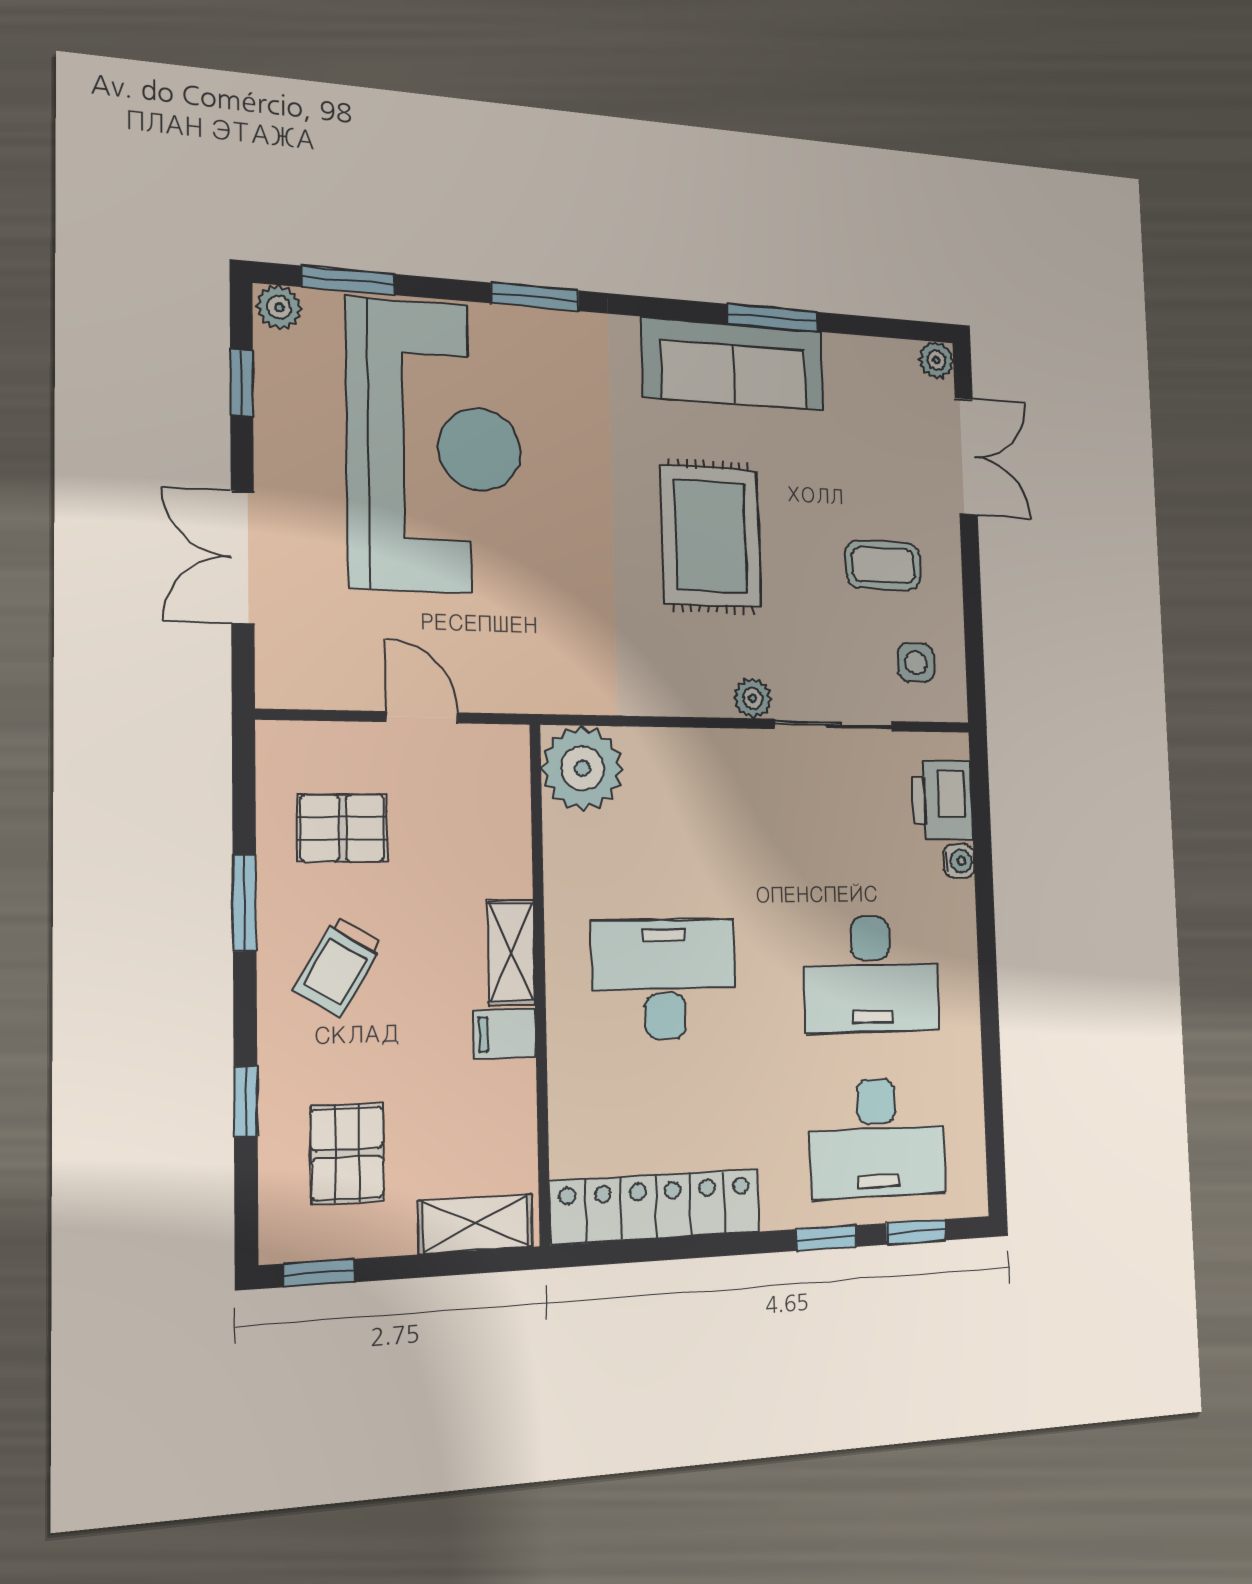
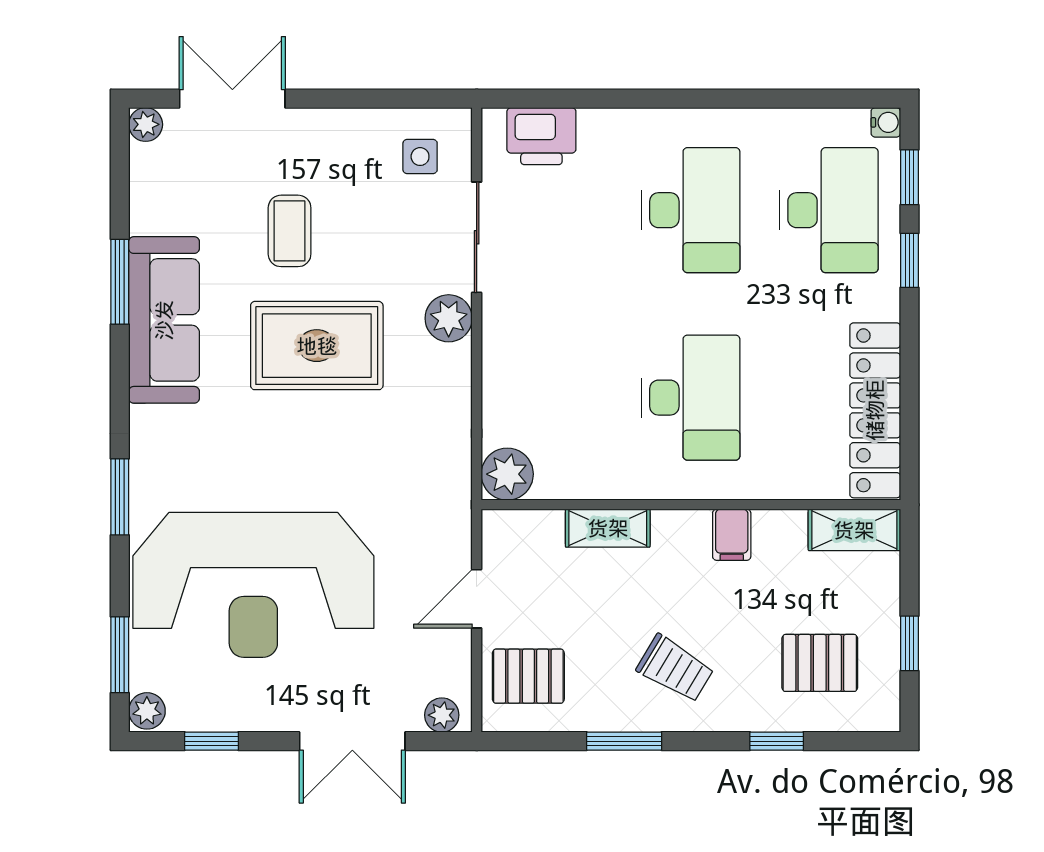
reception desk: (435, 447) -> (253, 585), turned 180
coffee table: (883, 565) -> (290, 231), moved
plant: (277, 671) -> (442, 715), added
plant: (752, 698) -> (449, 318), width x1.38, depth x1.38
plant: (582, 768) -> (507, 474), width x0.73, depth x0.73
pallet: (342, 828) -> (528, 676), moved, turned 90
water cooler: (959, 861) -> (886, 122), moved, turned 90
shelving: (511, 952) -> (608, 528), moved
desk: (665, 979) -> (691, 398), turned 180
shelving: (476, 1224) -> (854, 530), moved, turned 90
window: (319, 1273) -> (909, 643), moved

